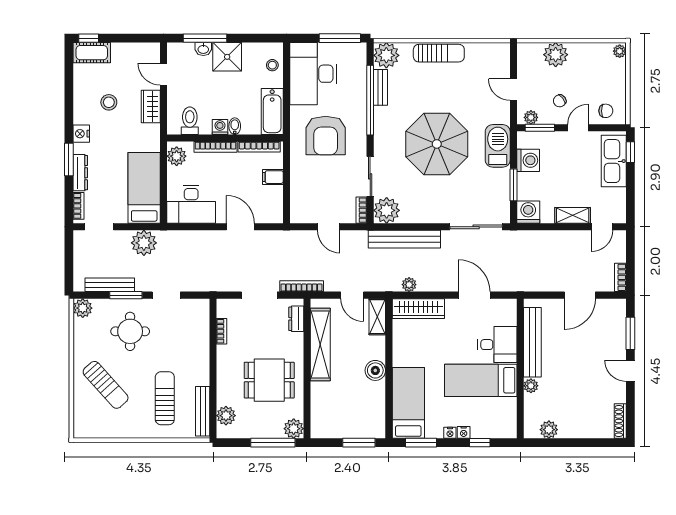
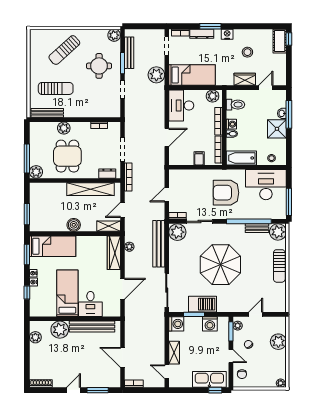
barbecue: (498, 146) -> (202, 304), moved
plant: (531, 386) -> (60, 330), width x1.87, depth x1.87
plant: (226, 416) -> (64, 128), moved

